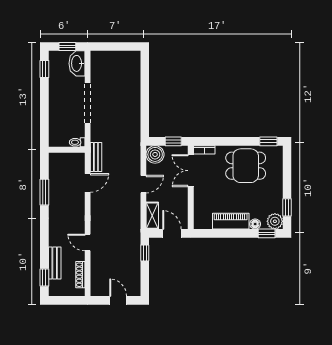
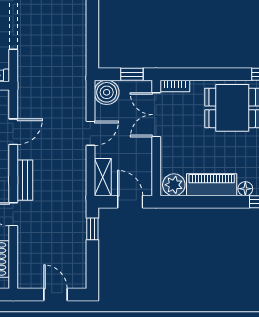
bench: (96, 157) -> (25, 180), moved
plant: (204, 221) -> (174, 185), added

